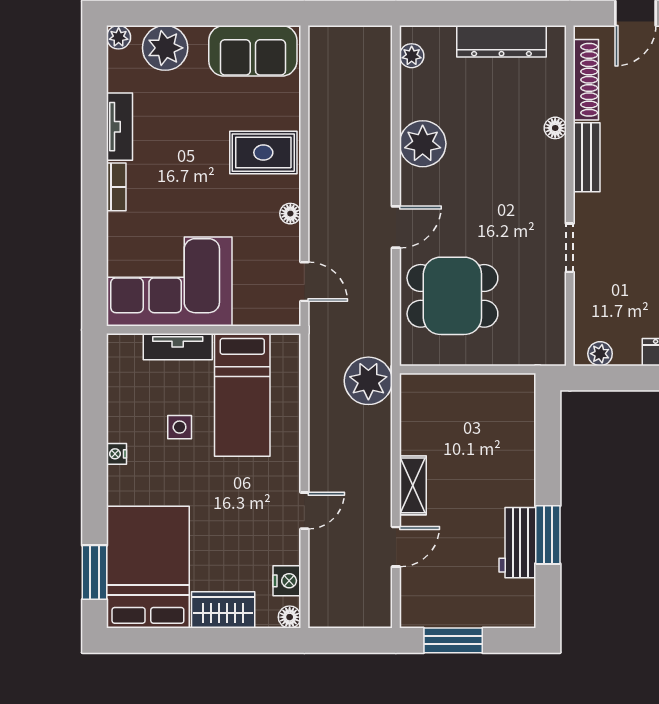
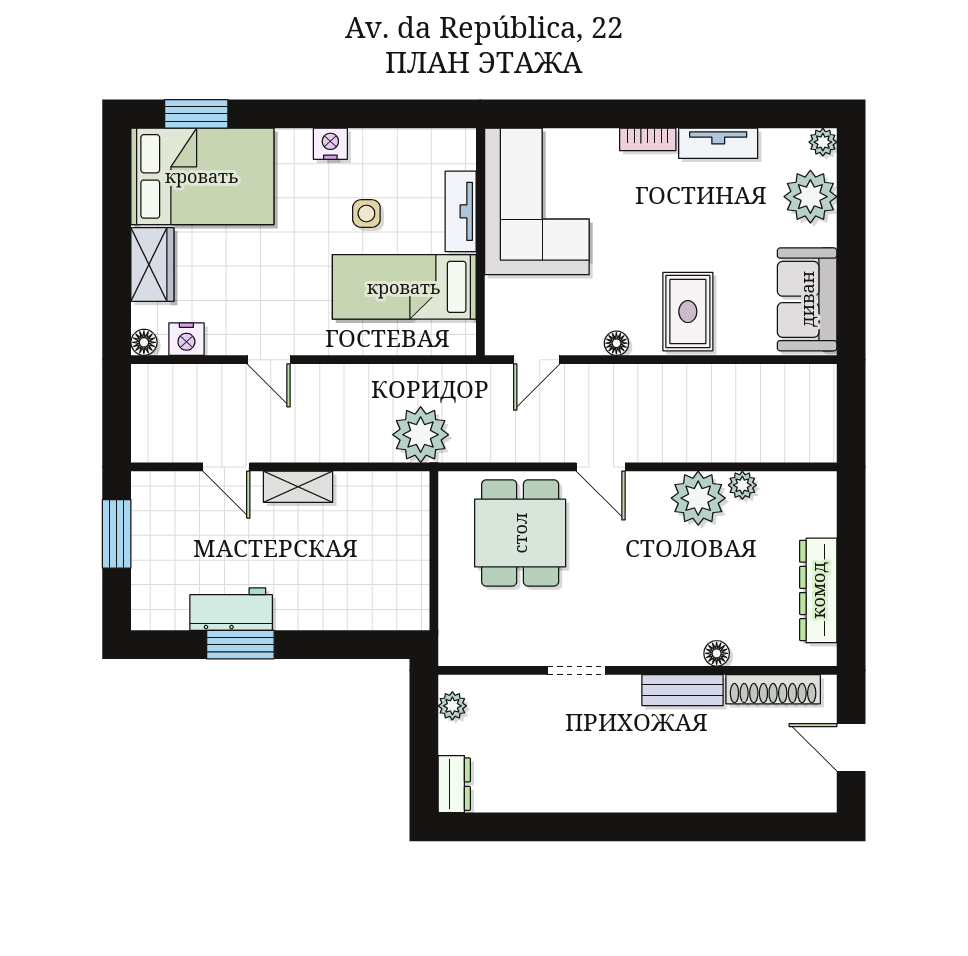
plant: (412, 56) -> (742, 485), moved
nightstand: (117, 454) -> (330, 144), width x1.39, depth x1.35

